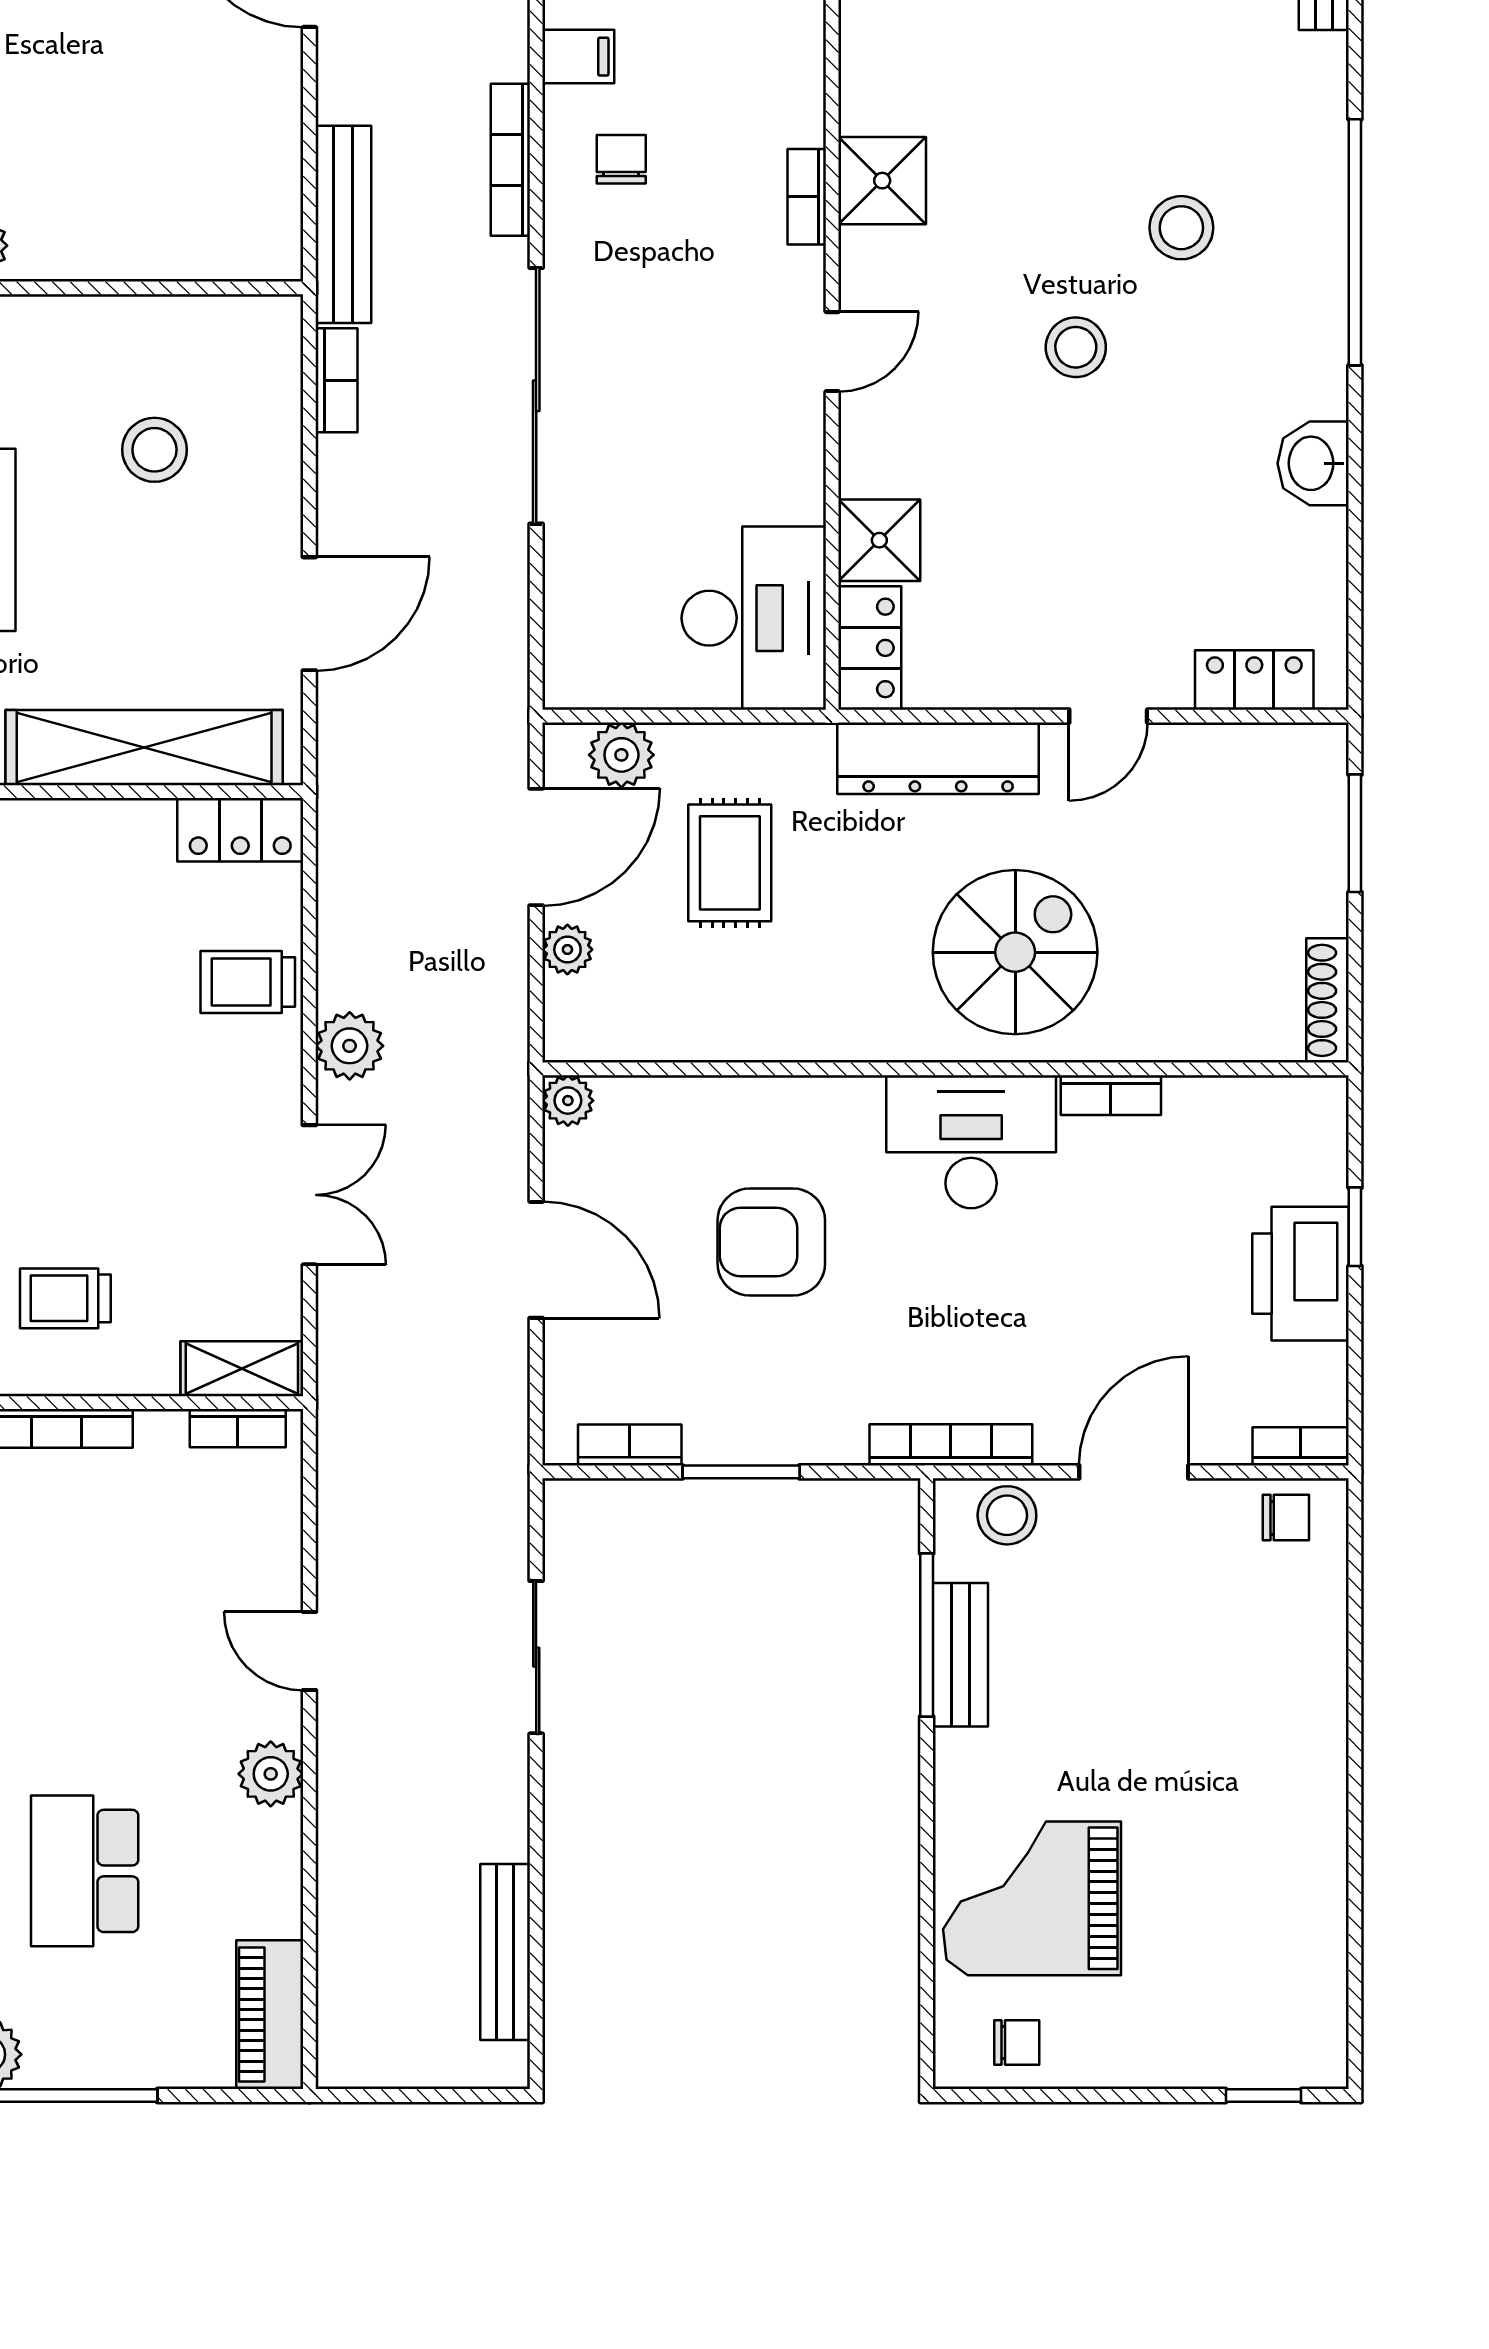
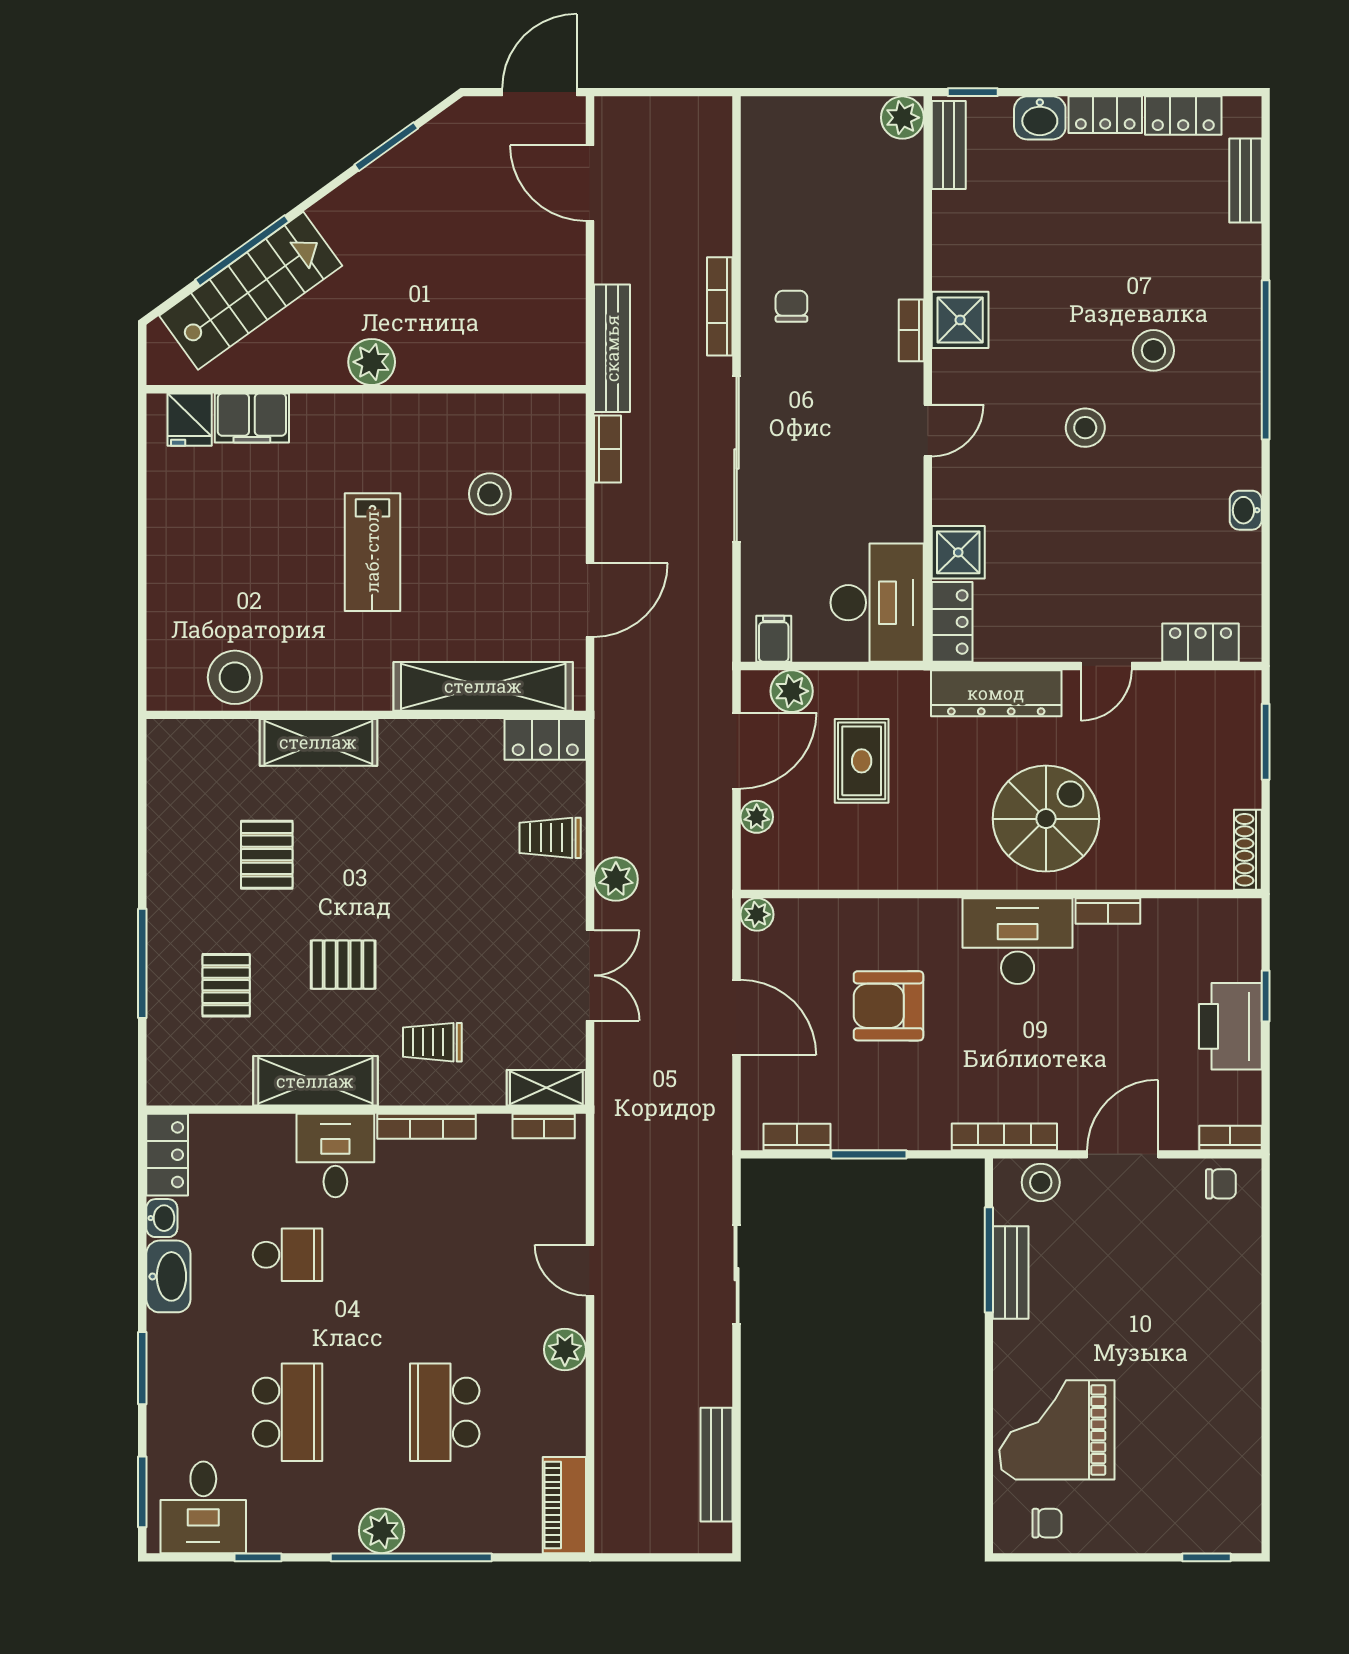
filing cabinet: (578, 57) -> (774, 639), moved, turned -90
washbasin: (1313, 463) -> (1246, 510), width x0.72, depth x0.69

